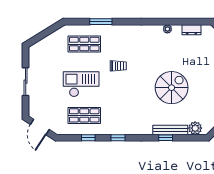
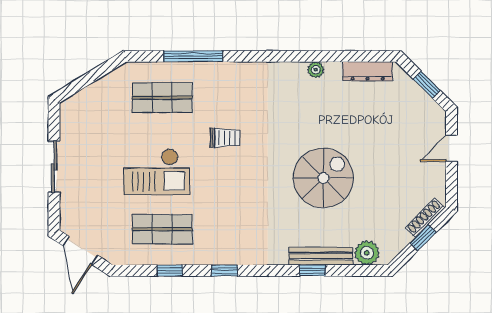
window: (101, 22) -> (193, 56), width x1.44
dresser: (191, 30) -> (368, 71), width x1.44
checkout: (81, 84) -> (157, 172), turned 180

